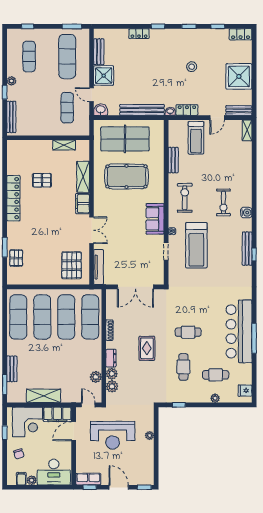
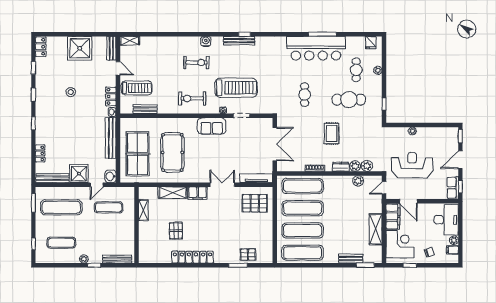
locker: (139, 34) -> (40, 153), moved
bench: (99, 52) -> (52, 178), width x1.36
bench: (173, 160) -> (145, 109), moved
cafe table: (188, 332) -> (305, 94), moved
rug: (147, 348) -> (332, 134), turned 90
cafe table: (183, 367) -> (349, 100), width x1.37, depth x1.35
reception desk: (113, 435) -> (412, 165), turned -90

